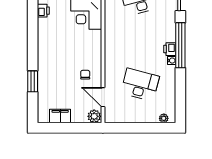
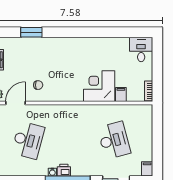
printer: (43, 11) -> (103, 43), removed

